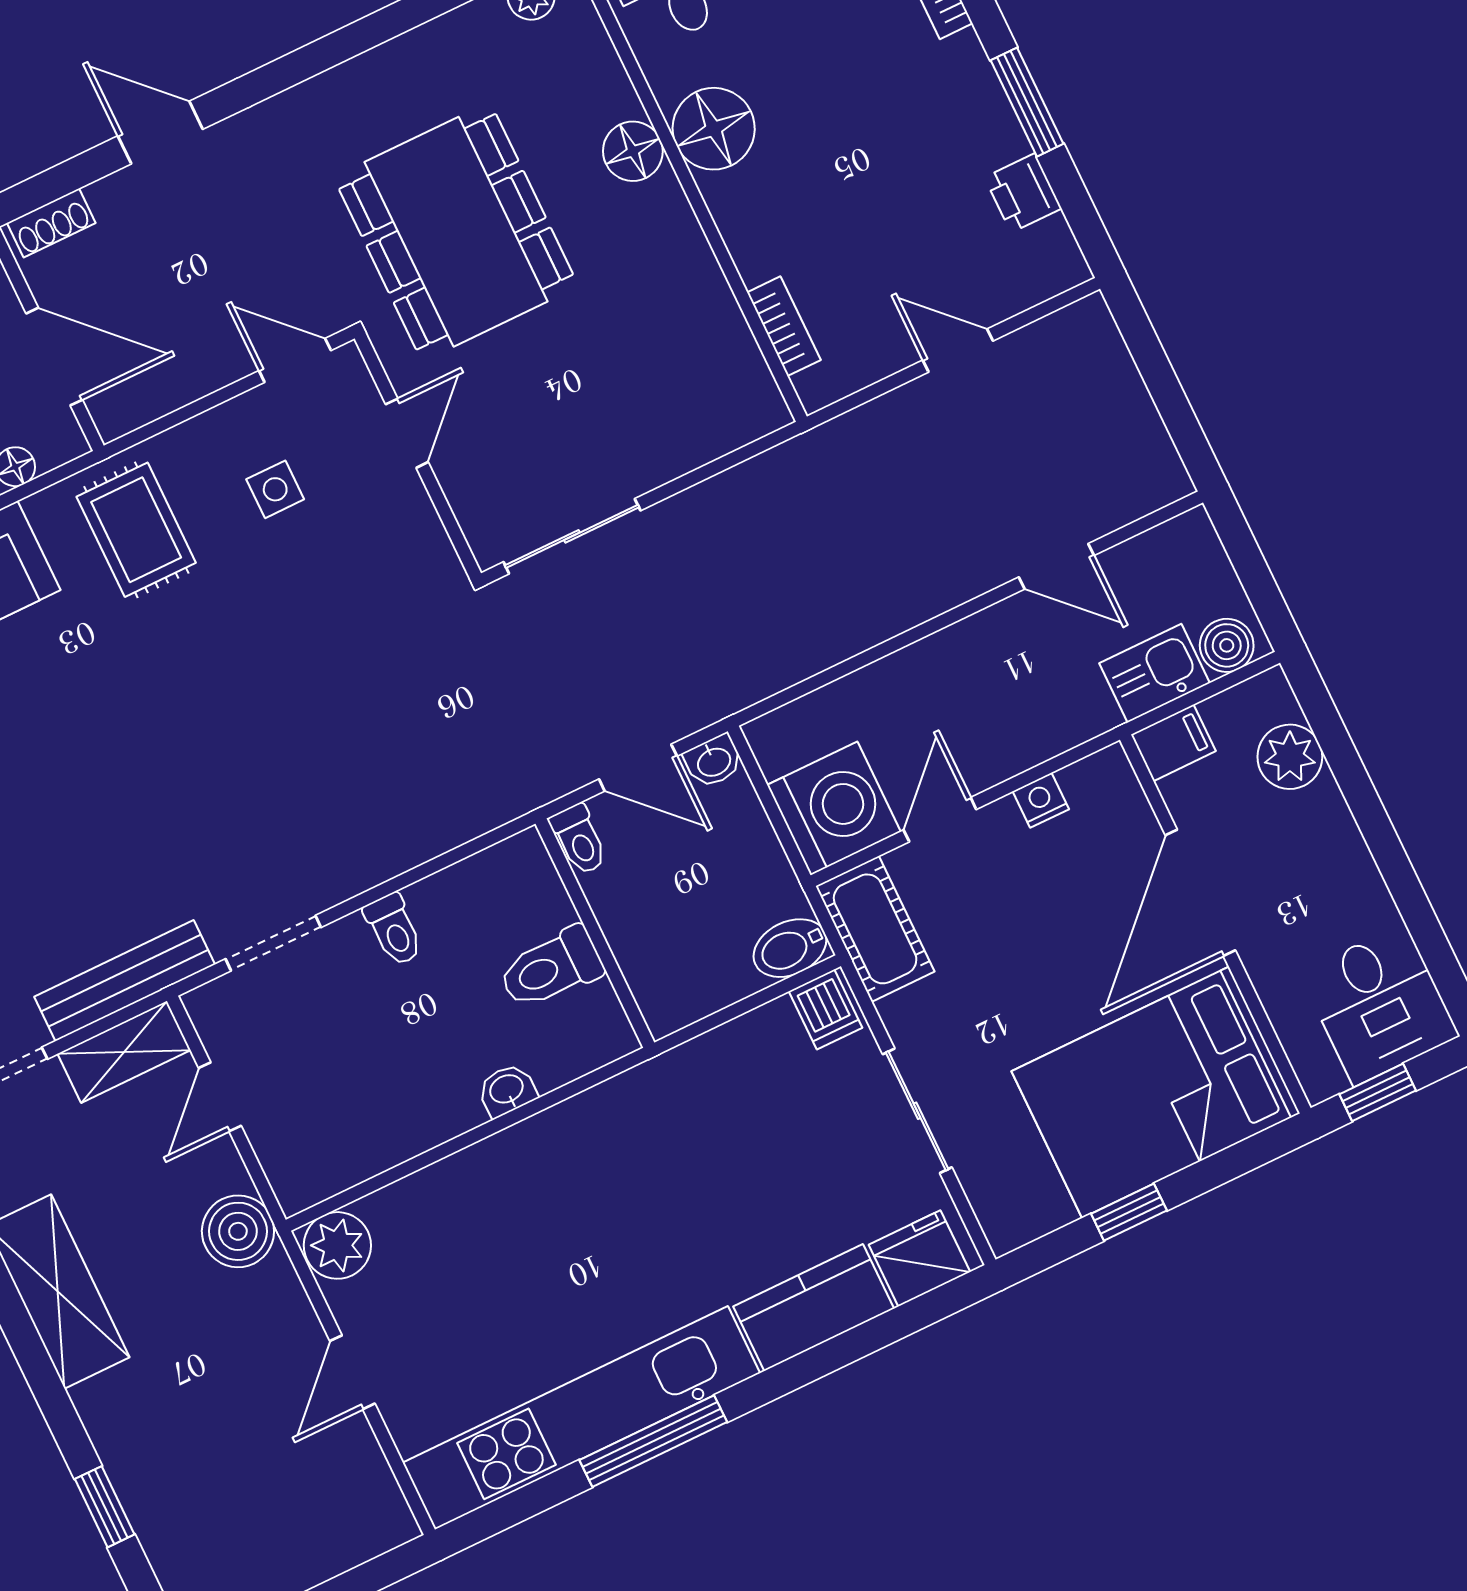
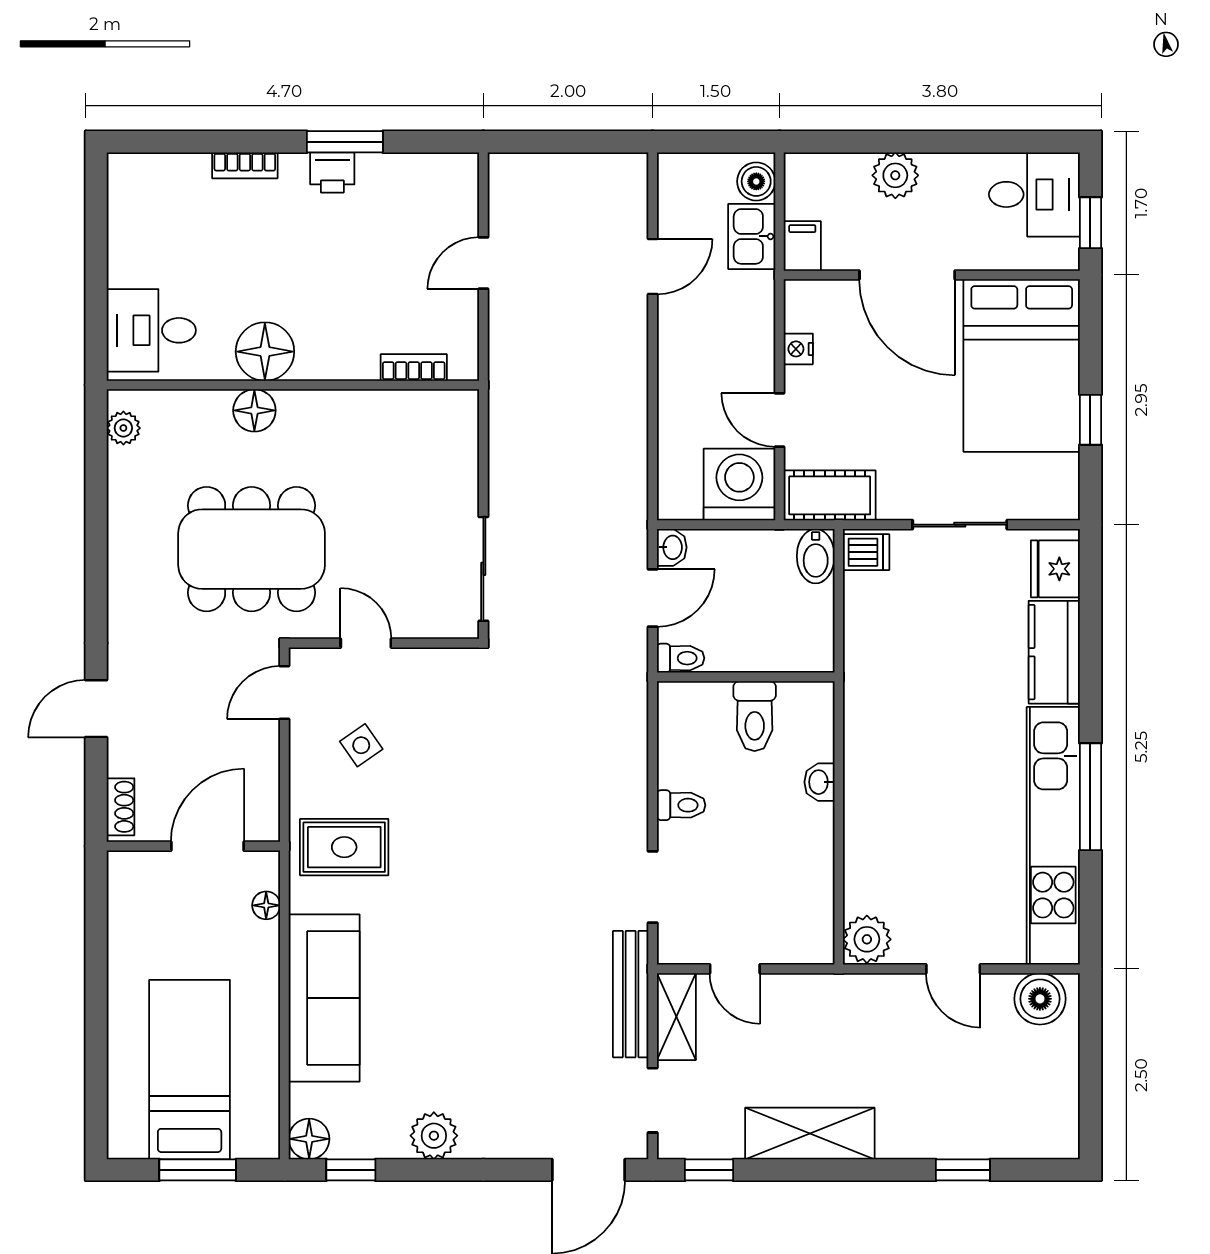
printer: (1023, 193) -> (332, 172), moved
side table: (275, 489) -> (361, 745), turned -35
plant: (1290, 757) -> (895, 175), moved
boiler: (238, 1231) -> (1040, 999), moved

